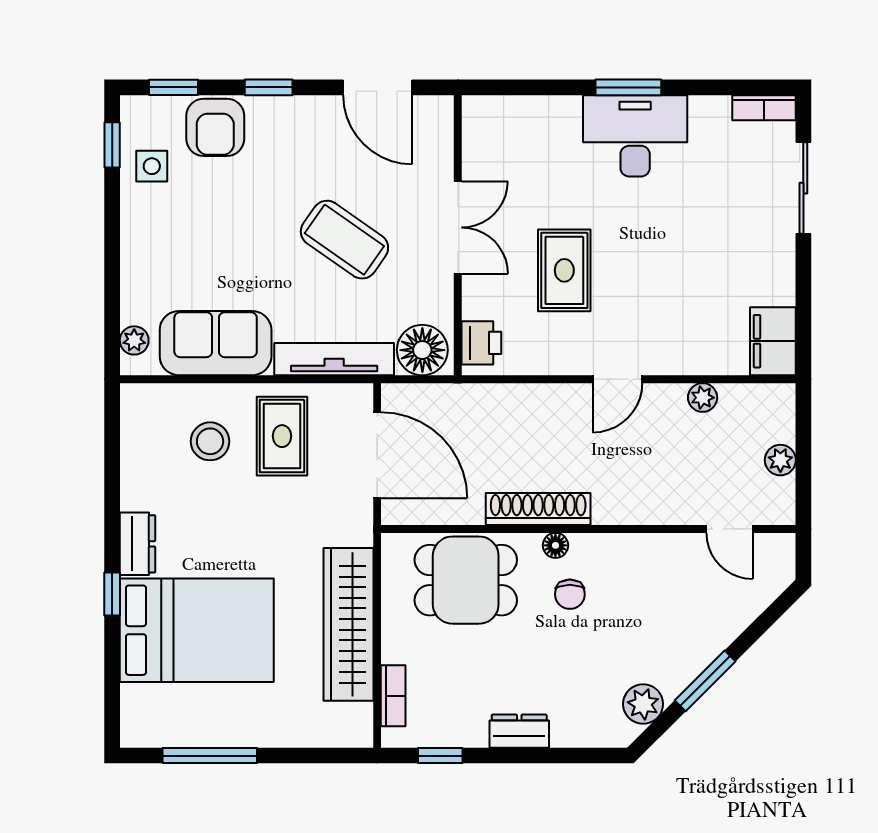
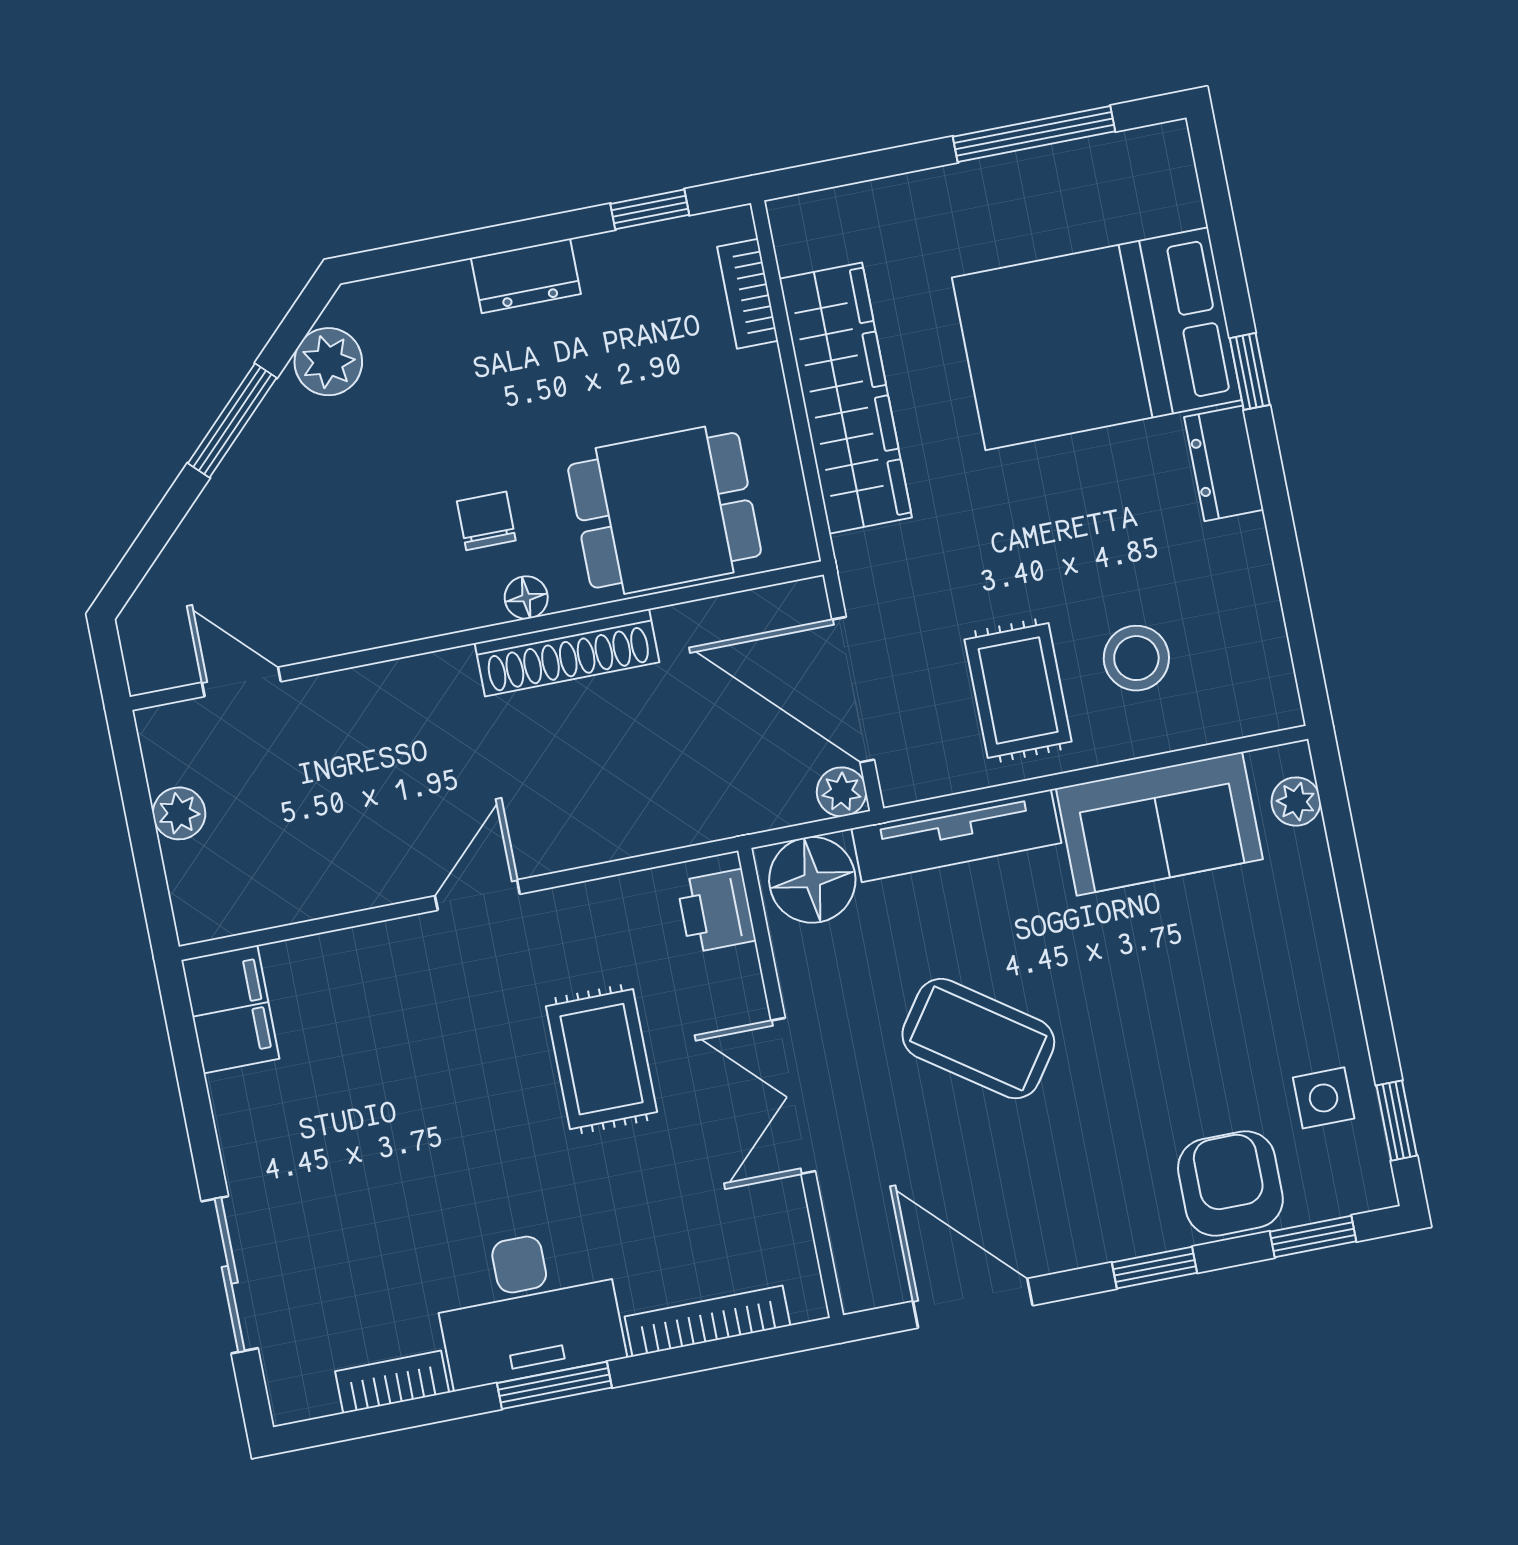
bookcase: (533, 107) -> (707, 1321), added
bookcase: (764, 108) -> (392, 1382), moved
plant: (703, 398) -> (842, 792), moved

